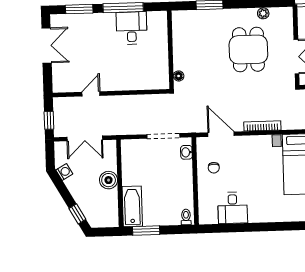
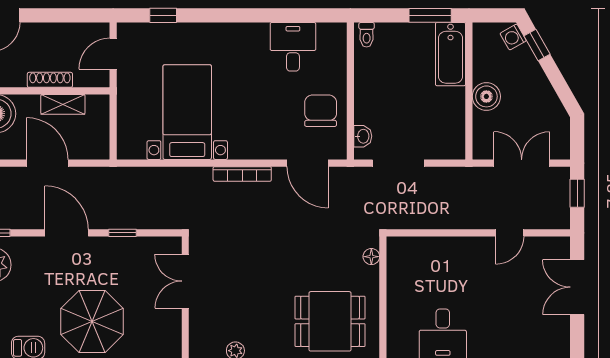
double door: (47, 45) -> (577, 287), moved
dining table: (248, 49) -> (330, 321), moved, turned 90
chair: (214, 168) -> (321, 111), width x1.87, depth x1.87
washing machine: (64, 172) -> (513, 37), moved

